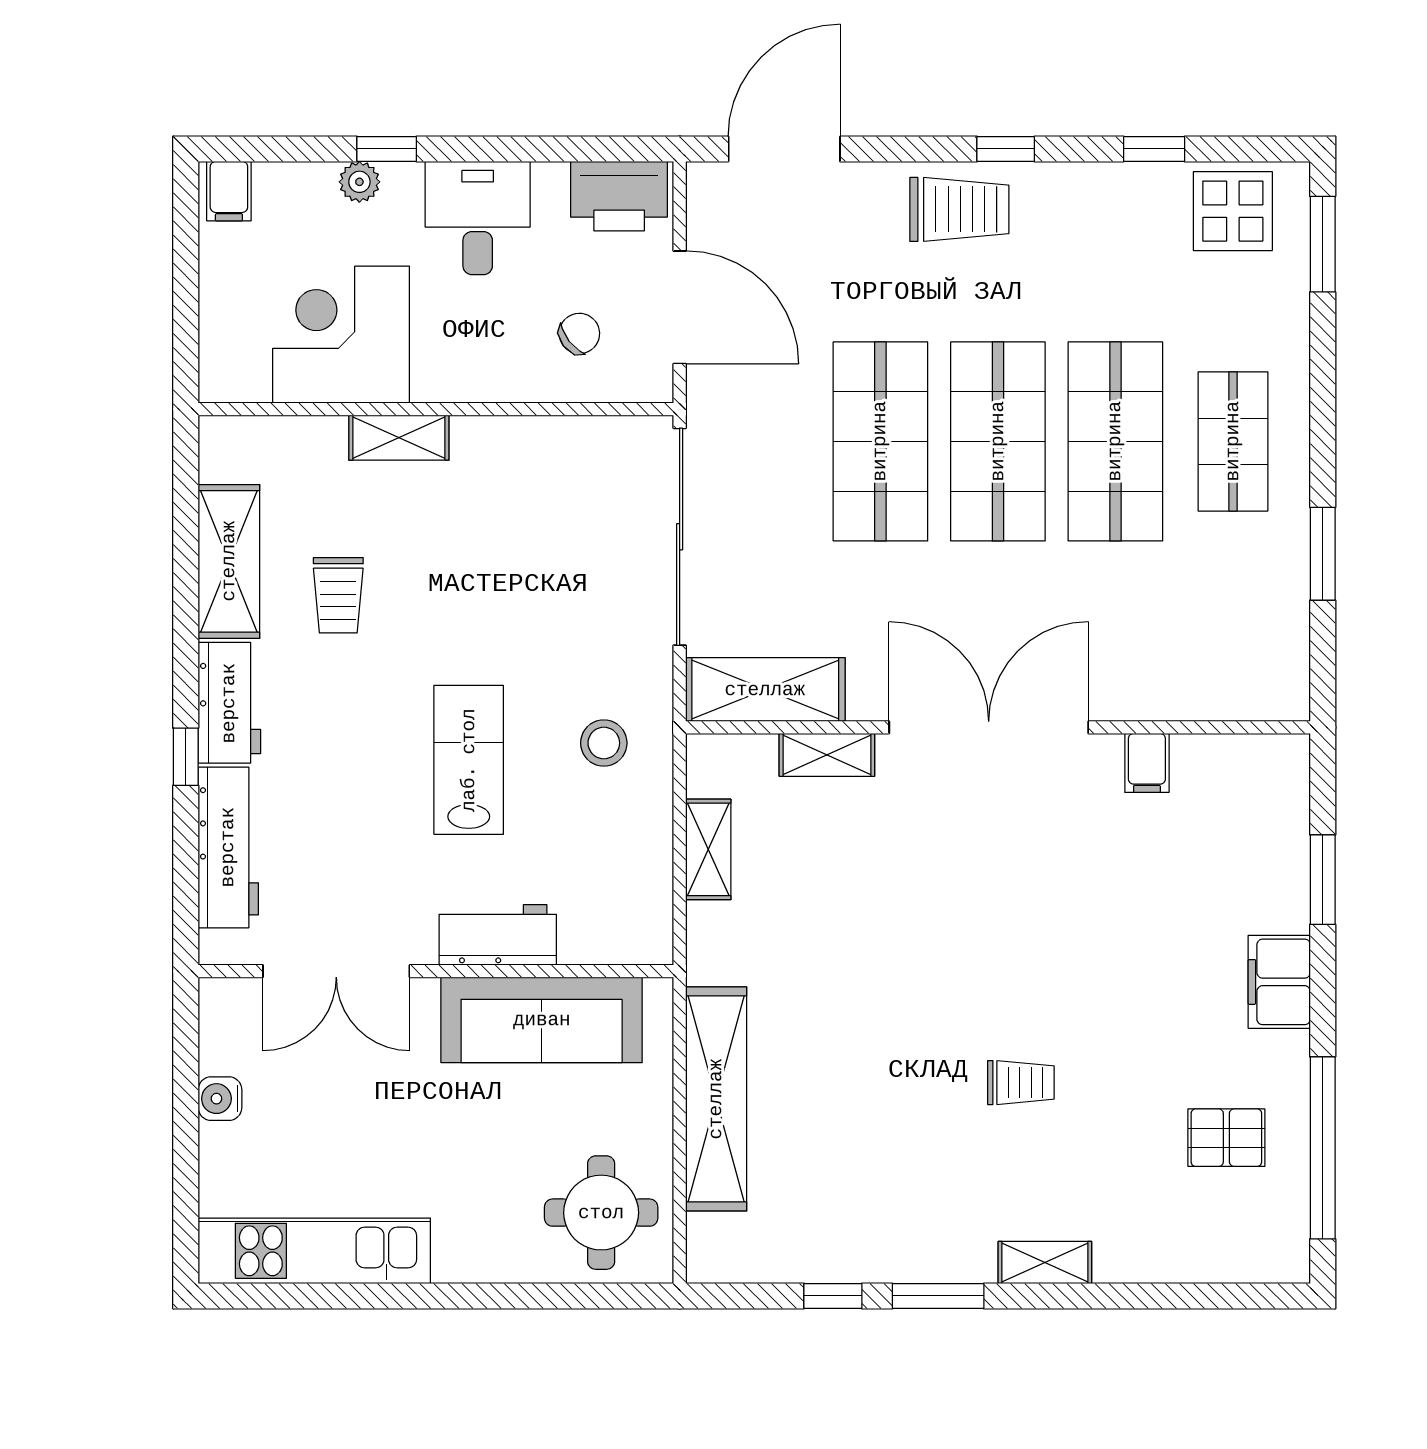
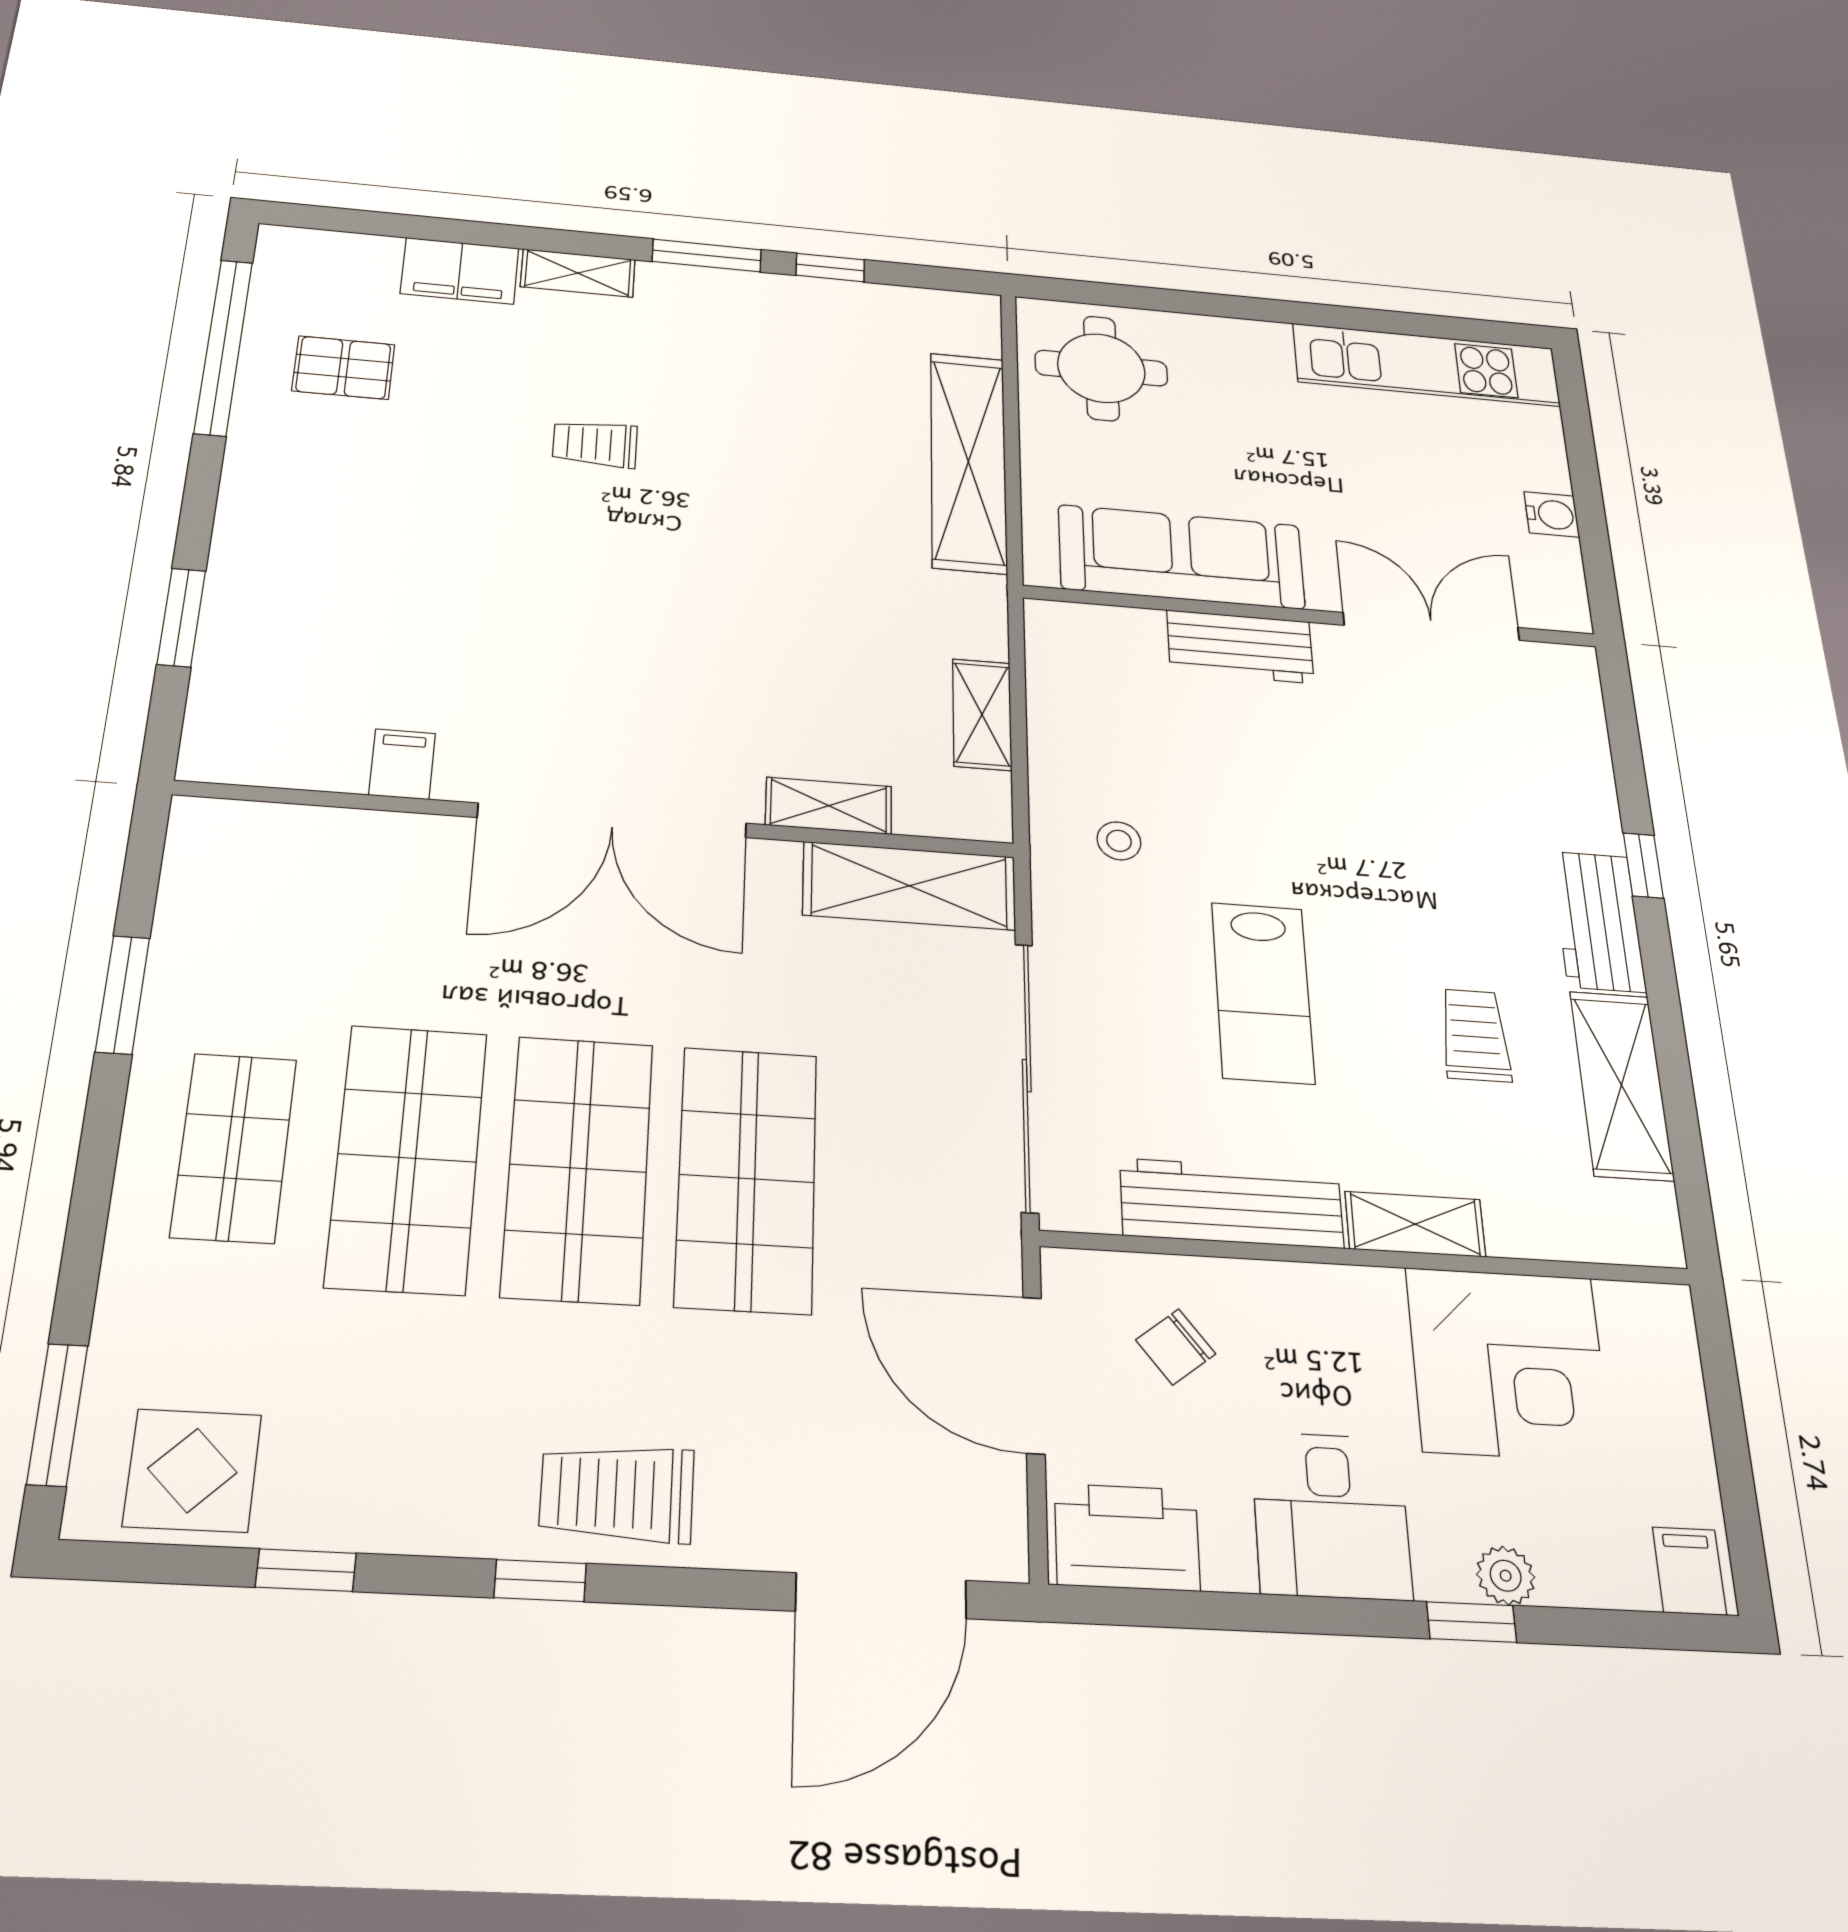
stool: (604, 743) -> (1119, 841), width x0.73, depth x0.73
lab bench: (469, 760) -> (1263, 992), moved
workbench: (228, 847) -> (1232, 1203), moved, turned 90
filing cabinet: (1279, 982) -> (460, 271), moved, turned 90

